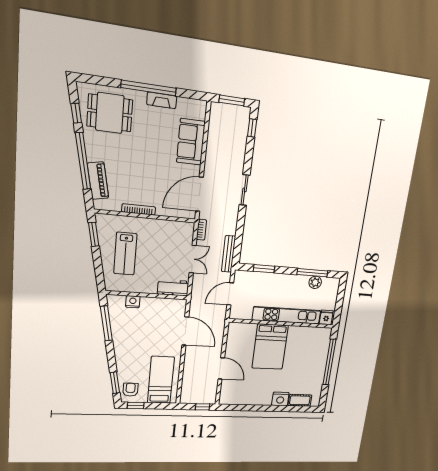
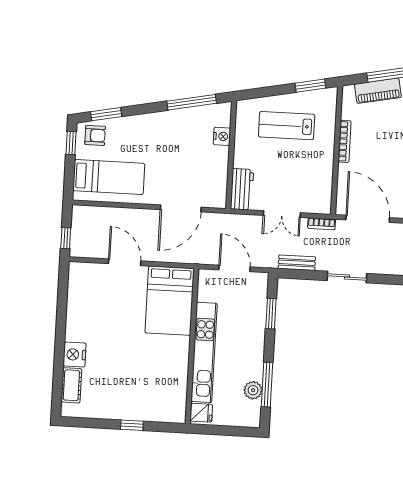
sliding door: (245, 190) -> (347, 277), moved
bench: (228, 254) -> (297, 263), width x0.73
bed: (270, 347) -> (170, 301), moved, turned -90
window: (329, 362) -> (132, 425), width x0.32
door: (221, 368) -> (125, 262), swing flipped

